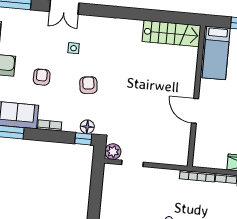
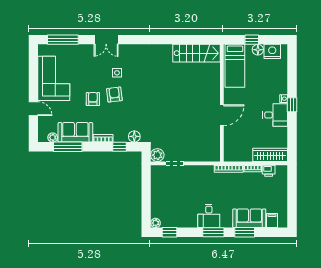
armchair: (88, 85) -> (114, 95), moved
door: (195, 111) -> (222, 115), swing flipped
window: (83, 139) -> (120, 147), moved

